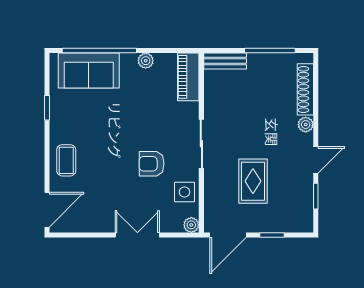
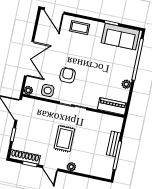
bench: (225, 61) -> (114, 144), moved
sofa: (89, 70) -> (120, 37), moved, turned -90
shoe rack: (305, 89) -> (25, 157), moved
rug: (253, 181) -> (64, 139), moved, turned 90
double door: (137, 235) -> (29, 59), width x1.37

